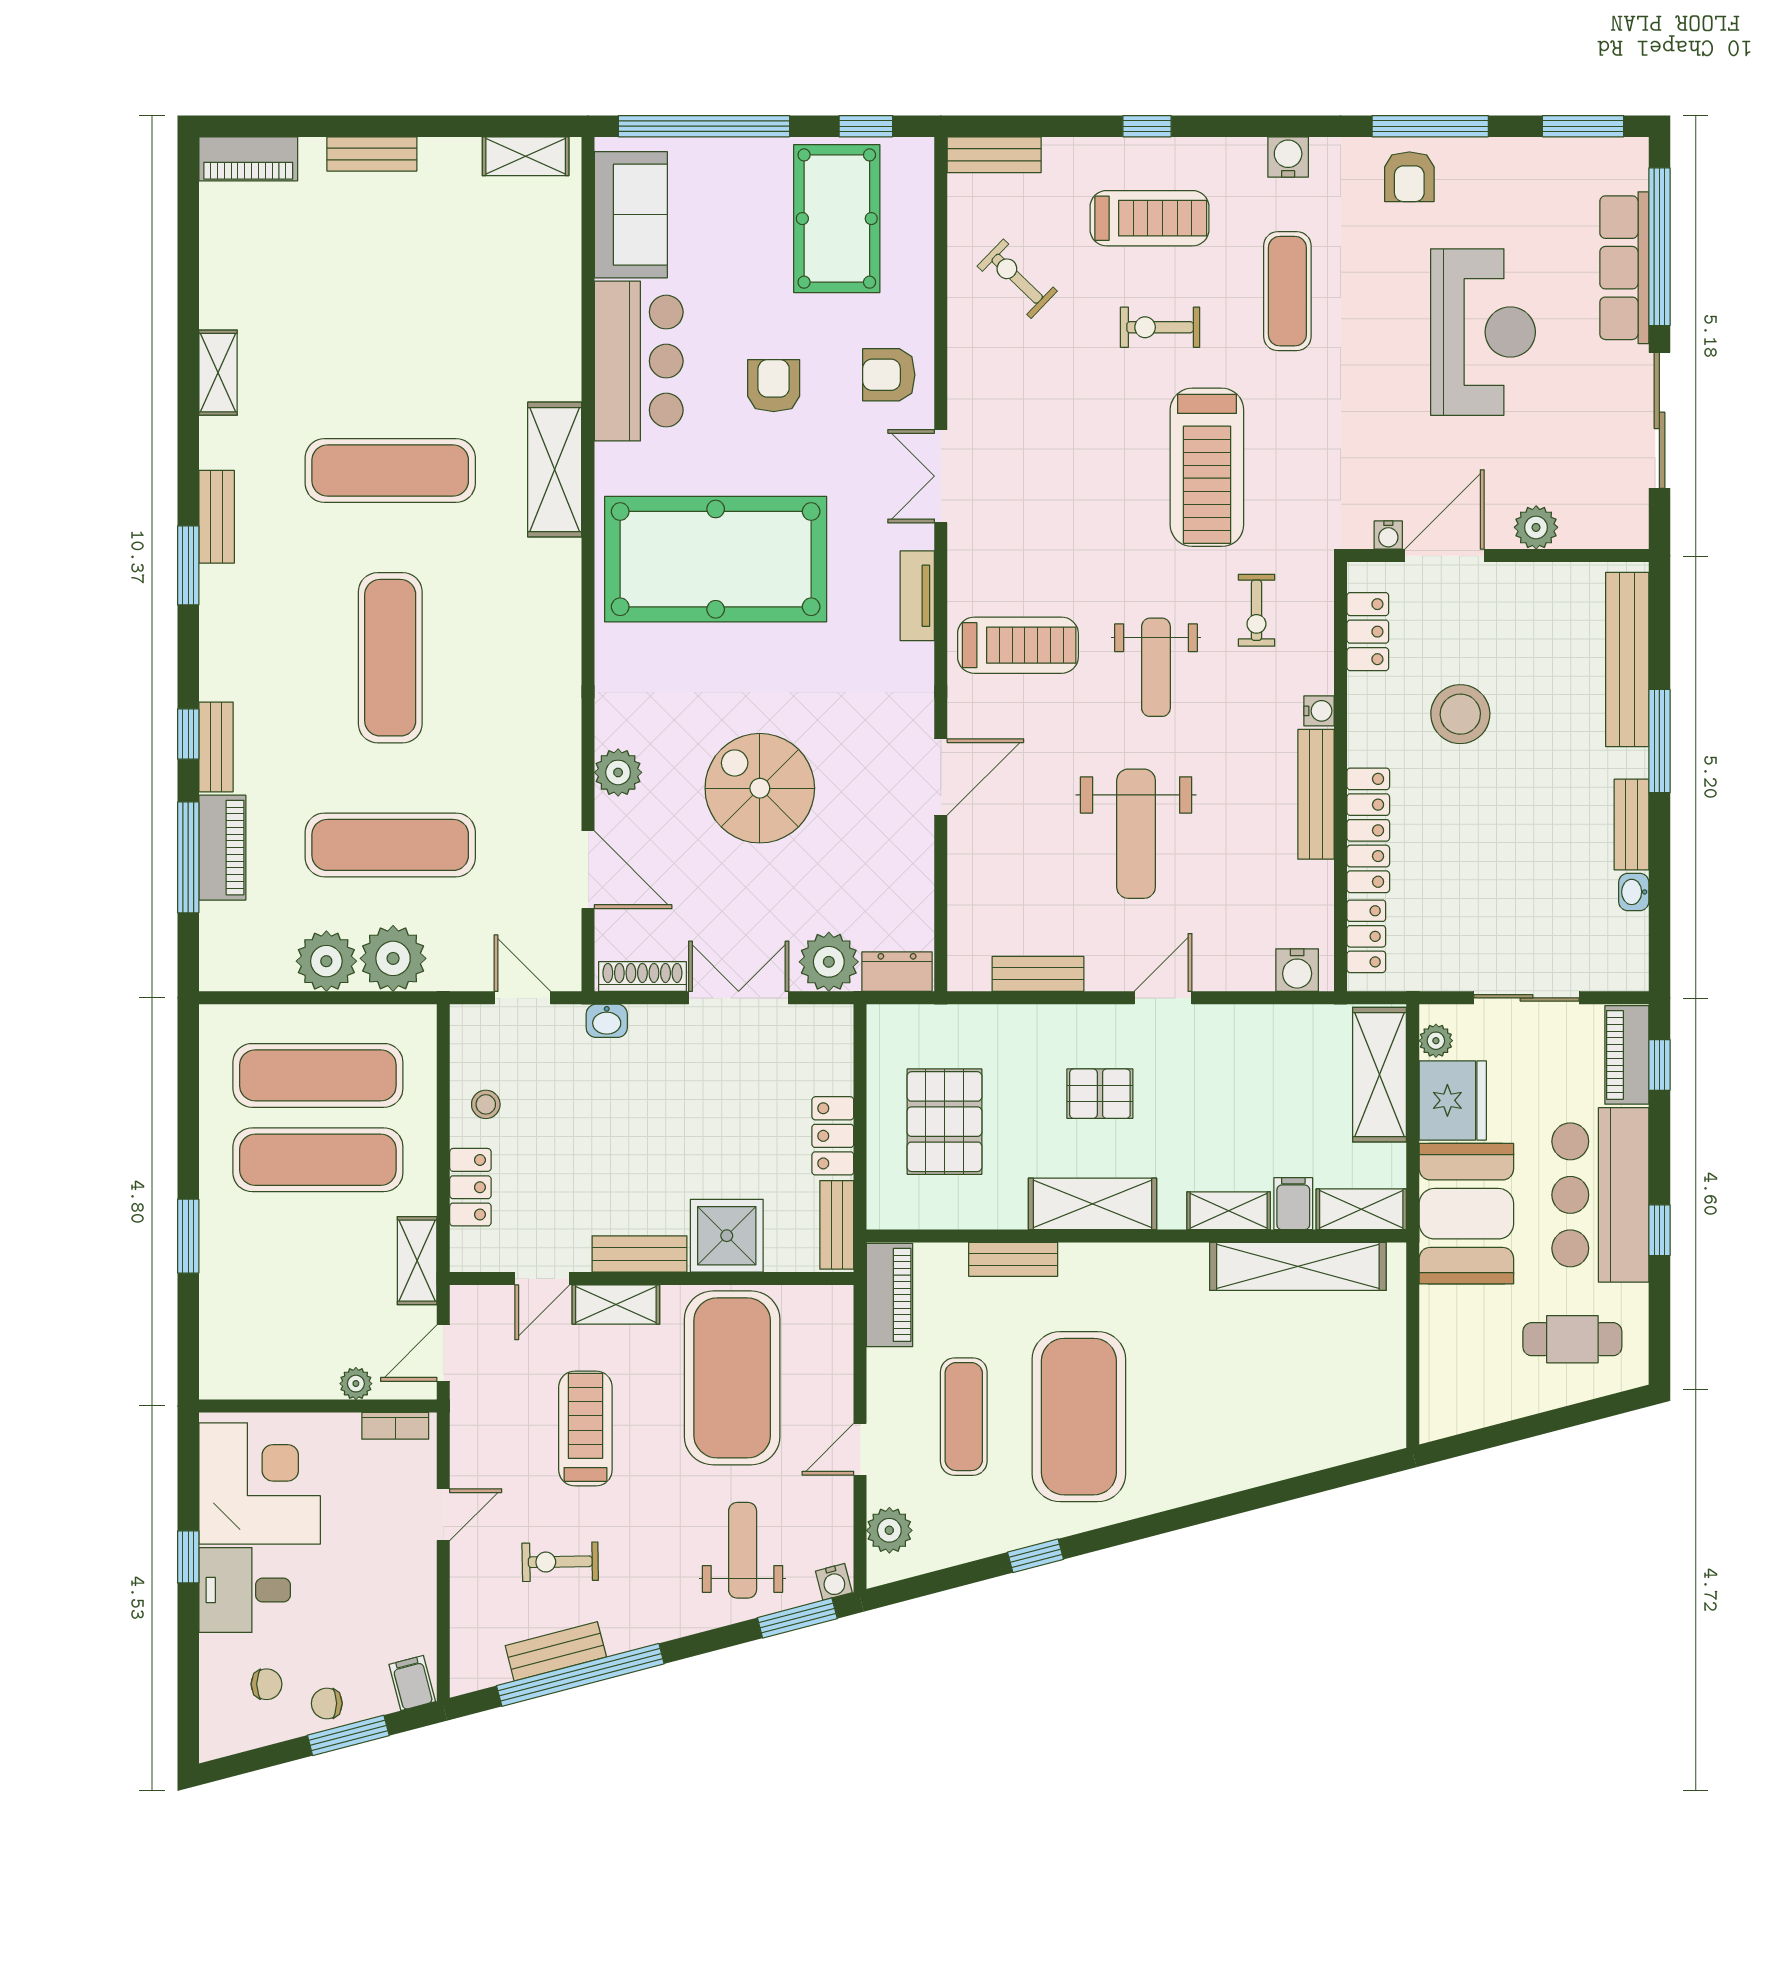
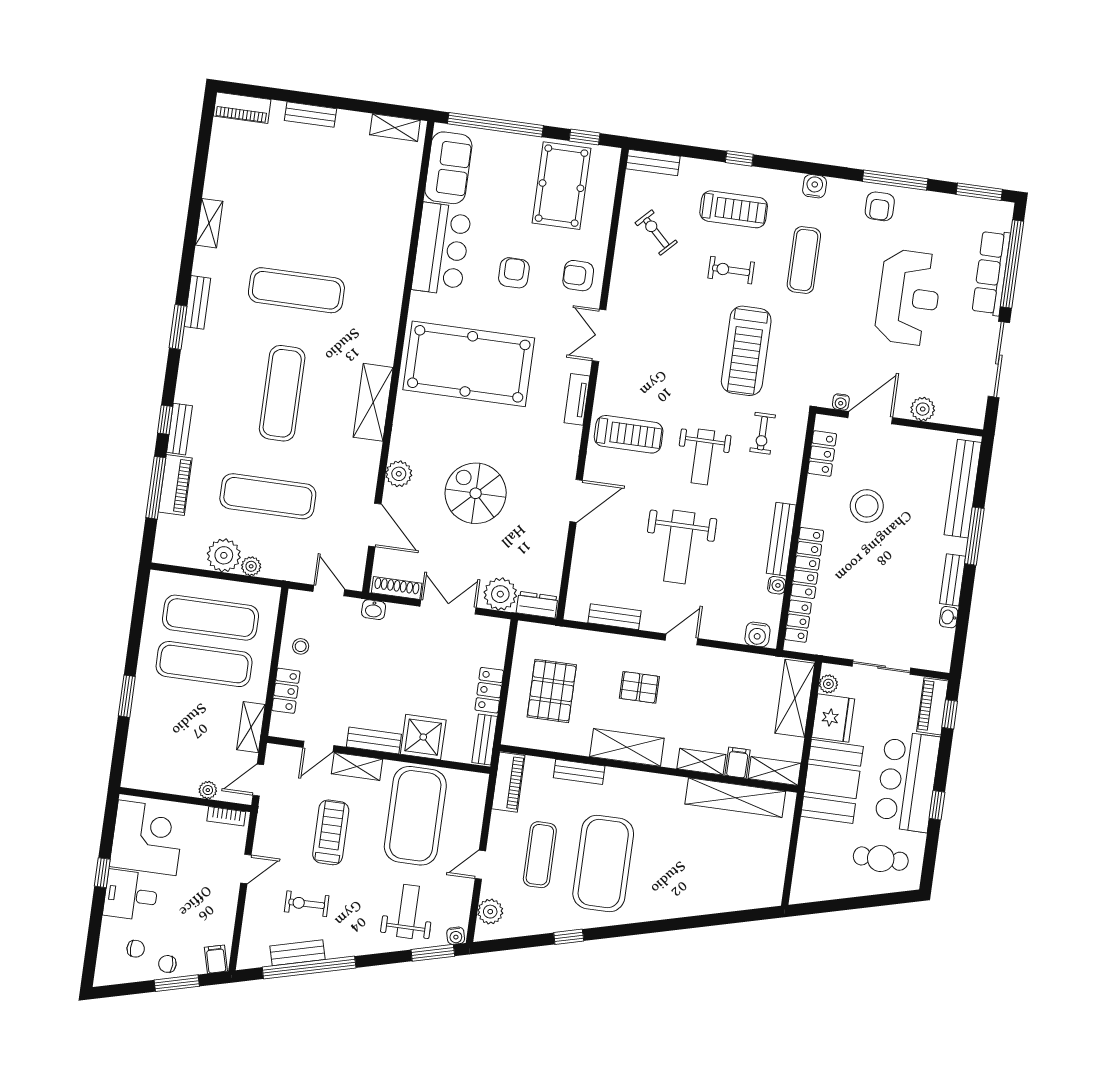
shelving: (555, 470) -> (373, 402), moved
water cooler: (1319, 711) -> (777, 585), moved
plant: (393, 958) -> (251, 566), width x0.53, depth x0.53

